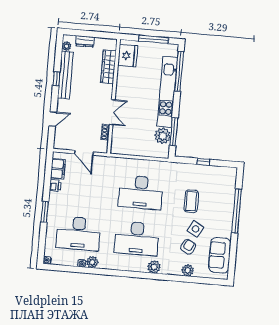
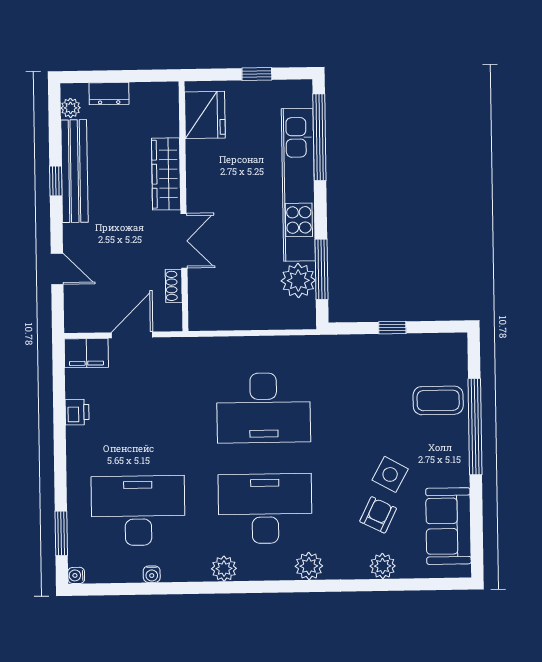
window: (153, 39) -> (257, 74), width x0.46
wardrobe: (108, 67) -> (166, 174), moved
door: (53, 119) -> (57, 269), hinge flipped
door: (84, 153) -> (132, 335), swing flipped
filing cabinet: (58, 169) -> (86, 353), moved, turned 90
coffee table: (191, 201) -> (438, 400), moved, turned 90
window: (45, 212) -> (61, 533), moved
desk: (78, 233) -> (138, 511), turned 180
desk: (137, 239) -> (265, 509), turned 180
plant: (92, 262) -> (224, 569), moved

